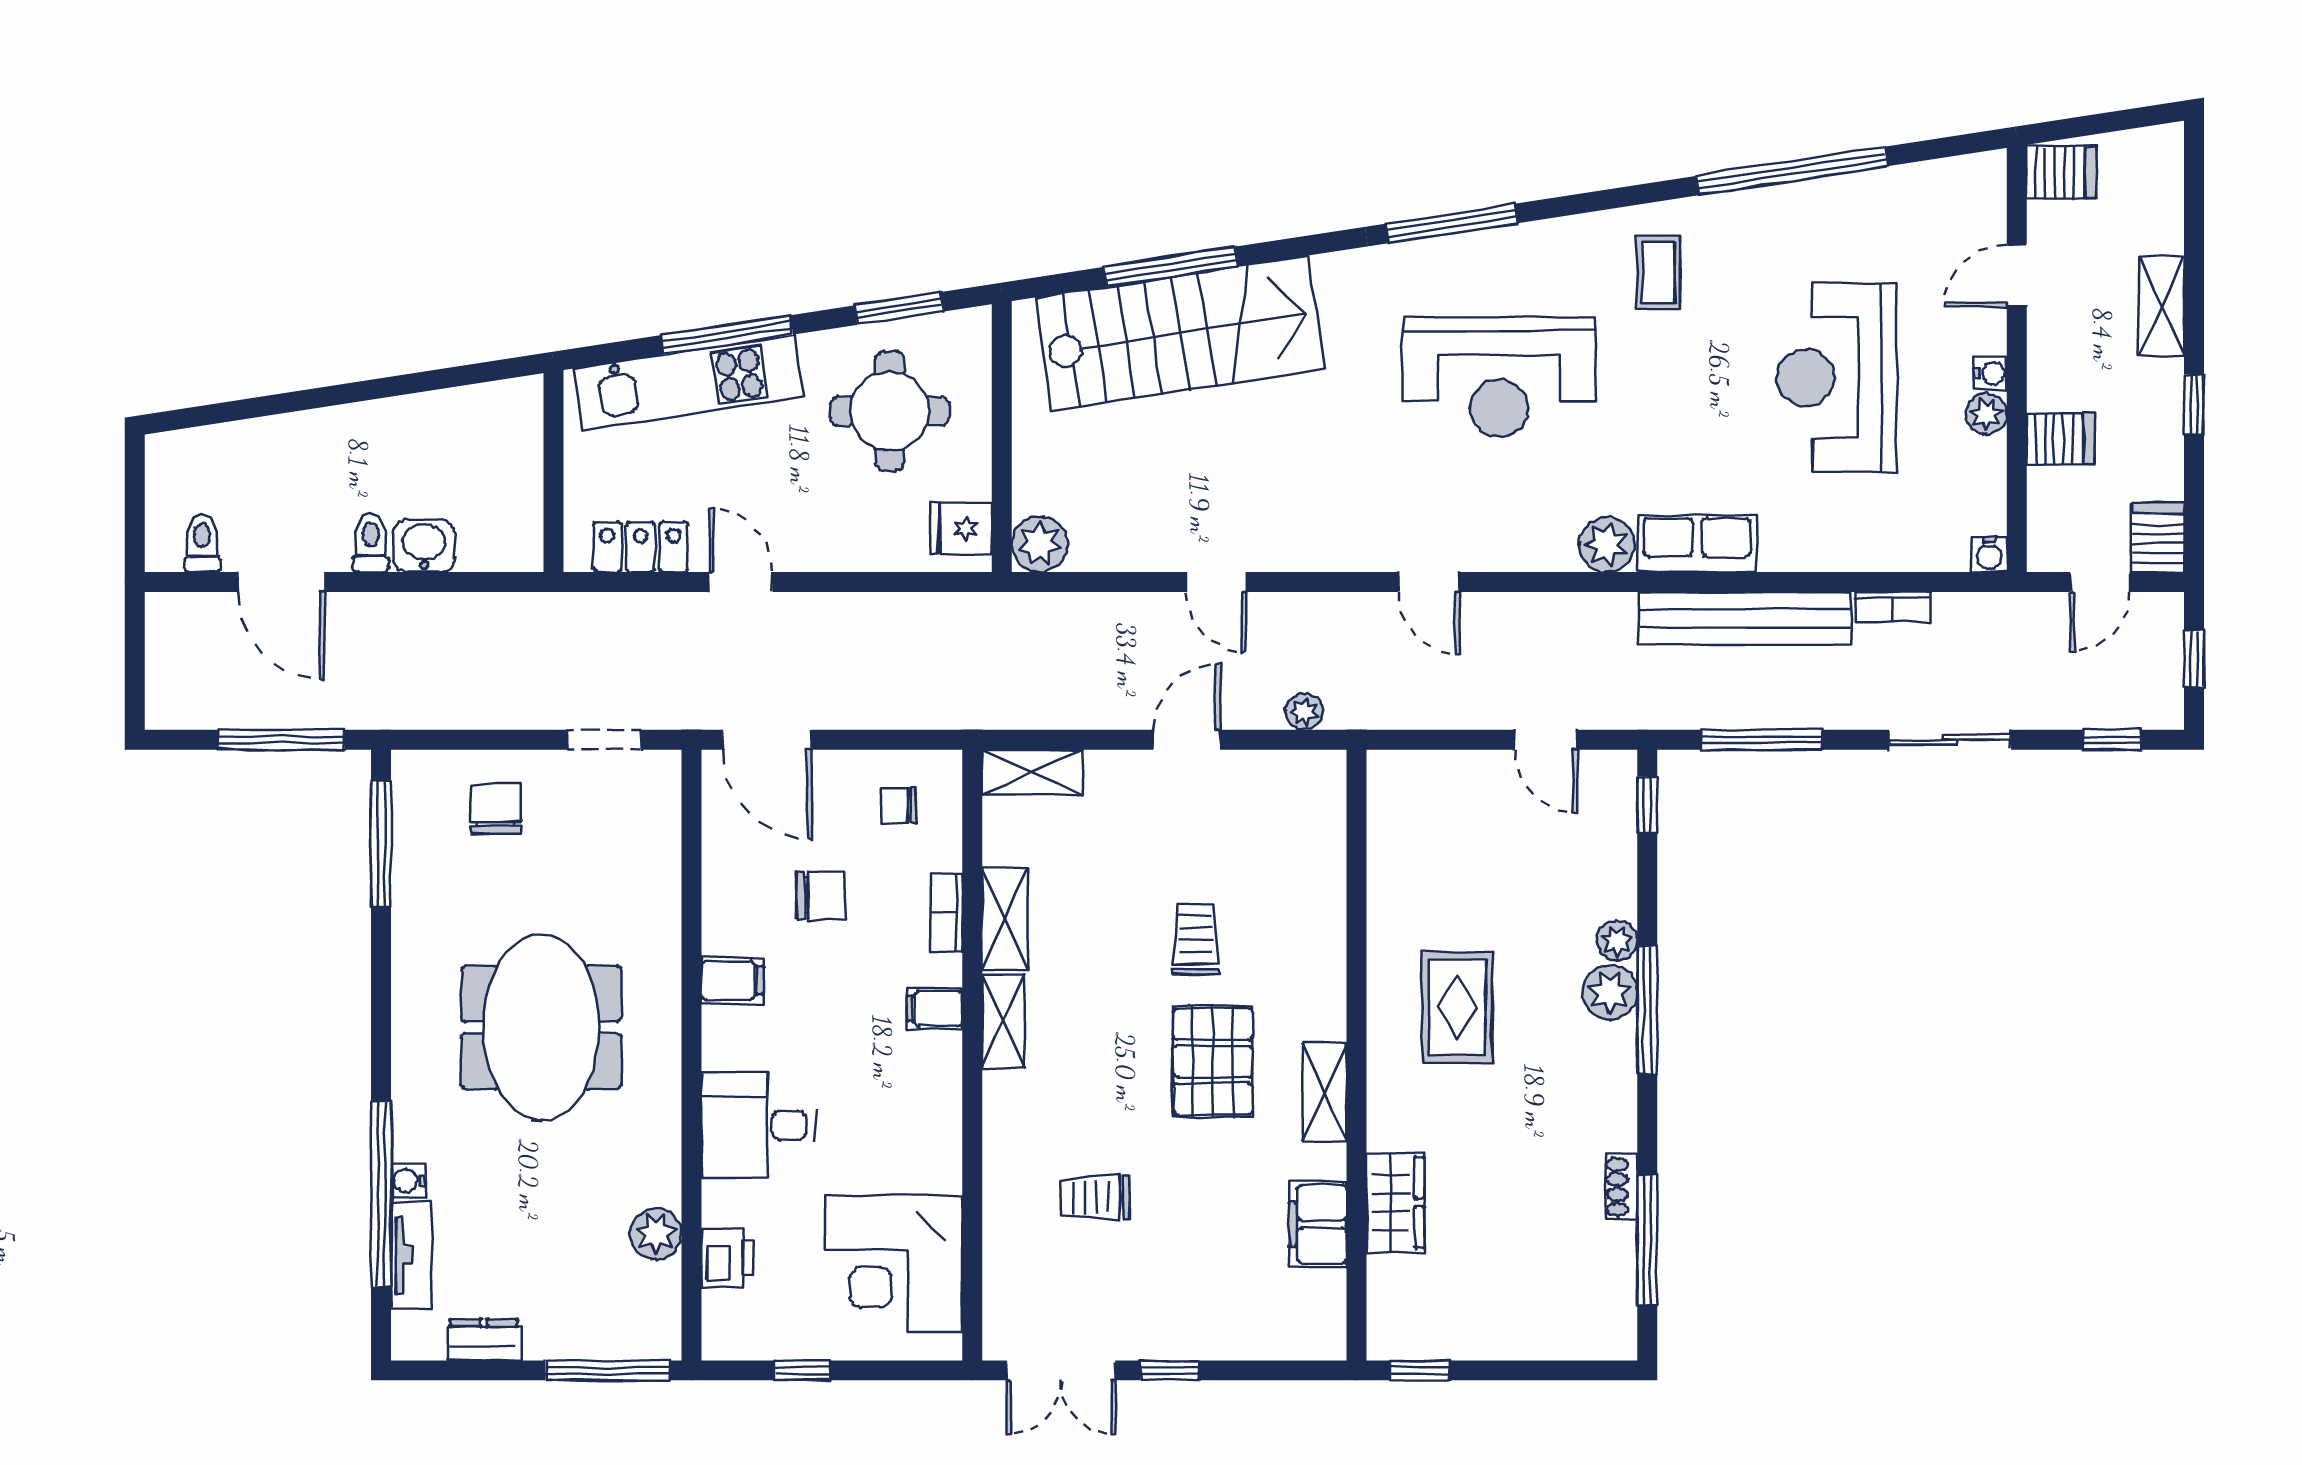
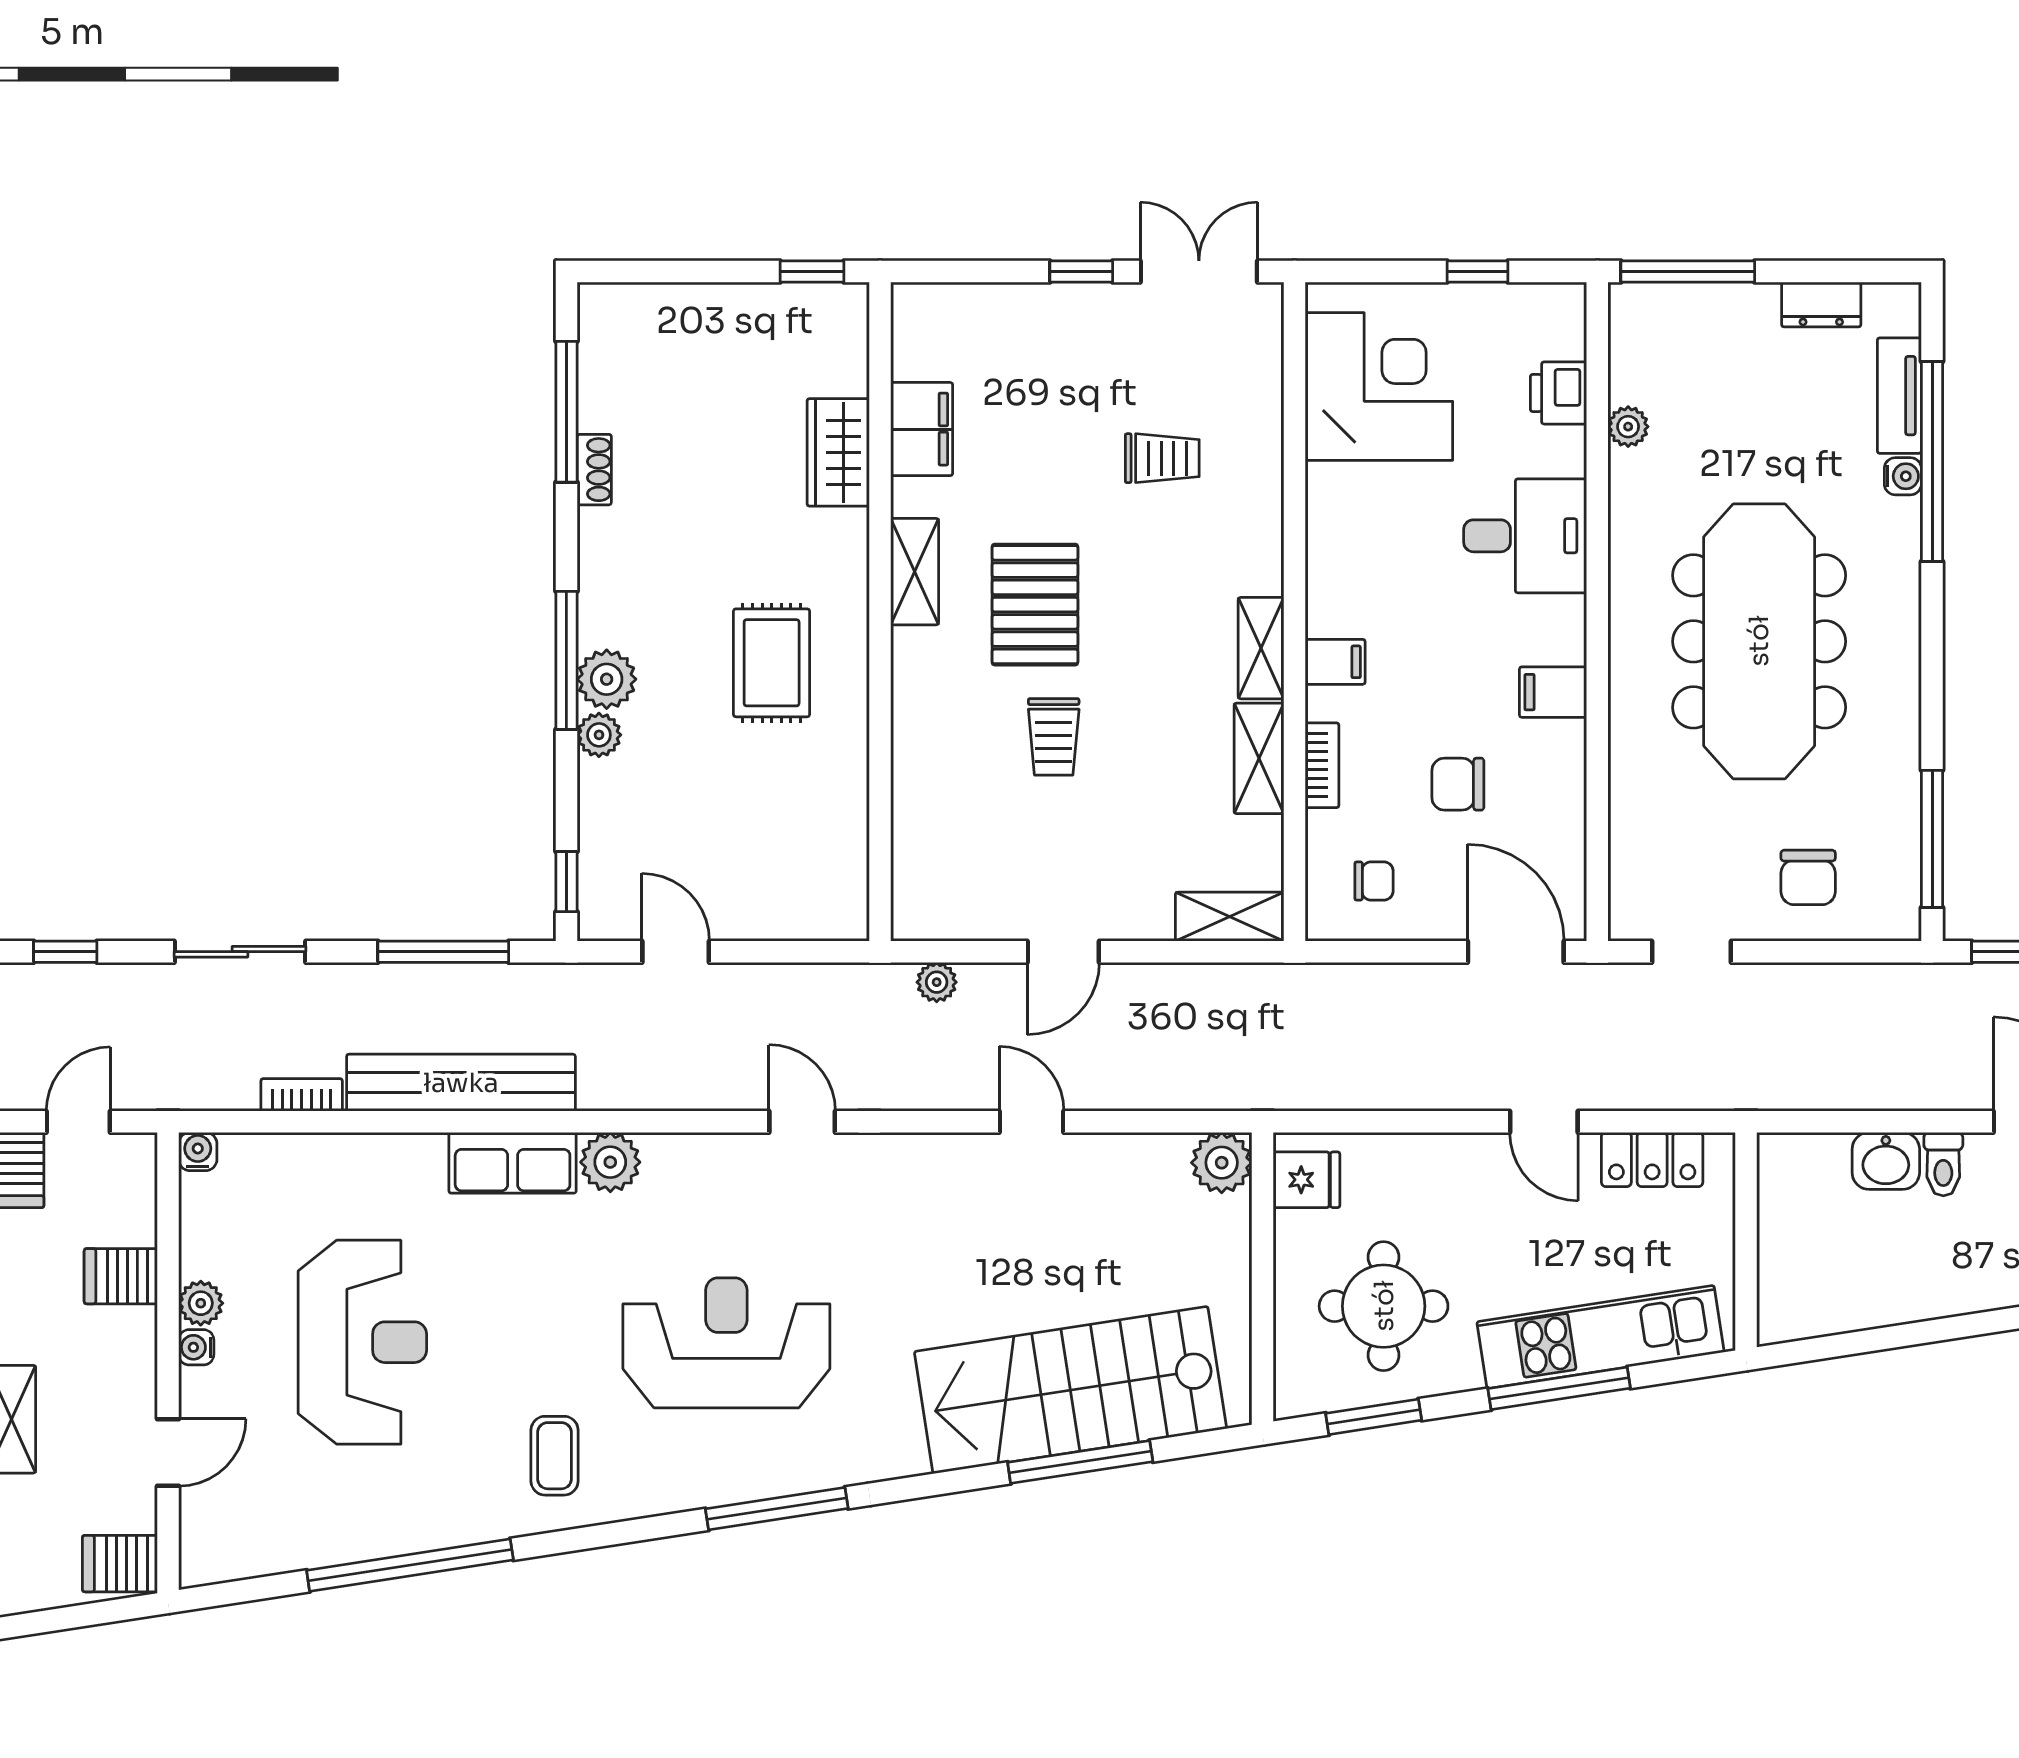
meeting table: (541, 1027) -> (1759, 641), width x1.36
plant: (656, 1234) -> (1628, 427), width x0.73, depth x0.73

